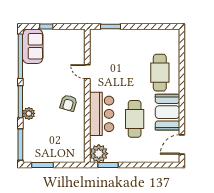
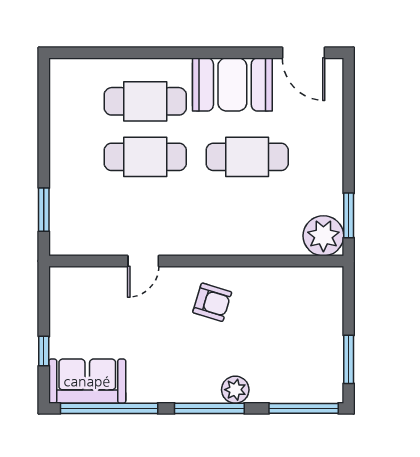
cafe table: (135, 73) -> (145, 157), added
bar counter: (102, 114) -> (236, 229), removed

